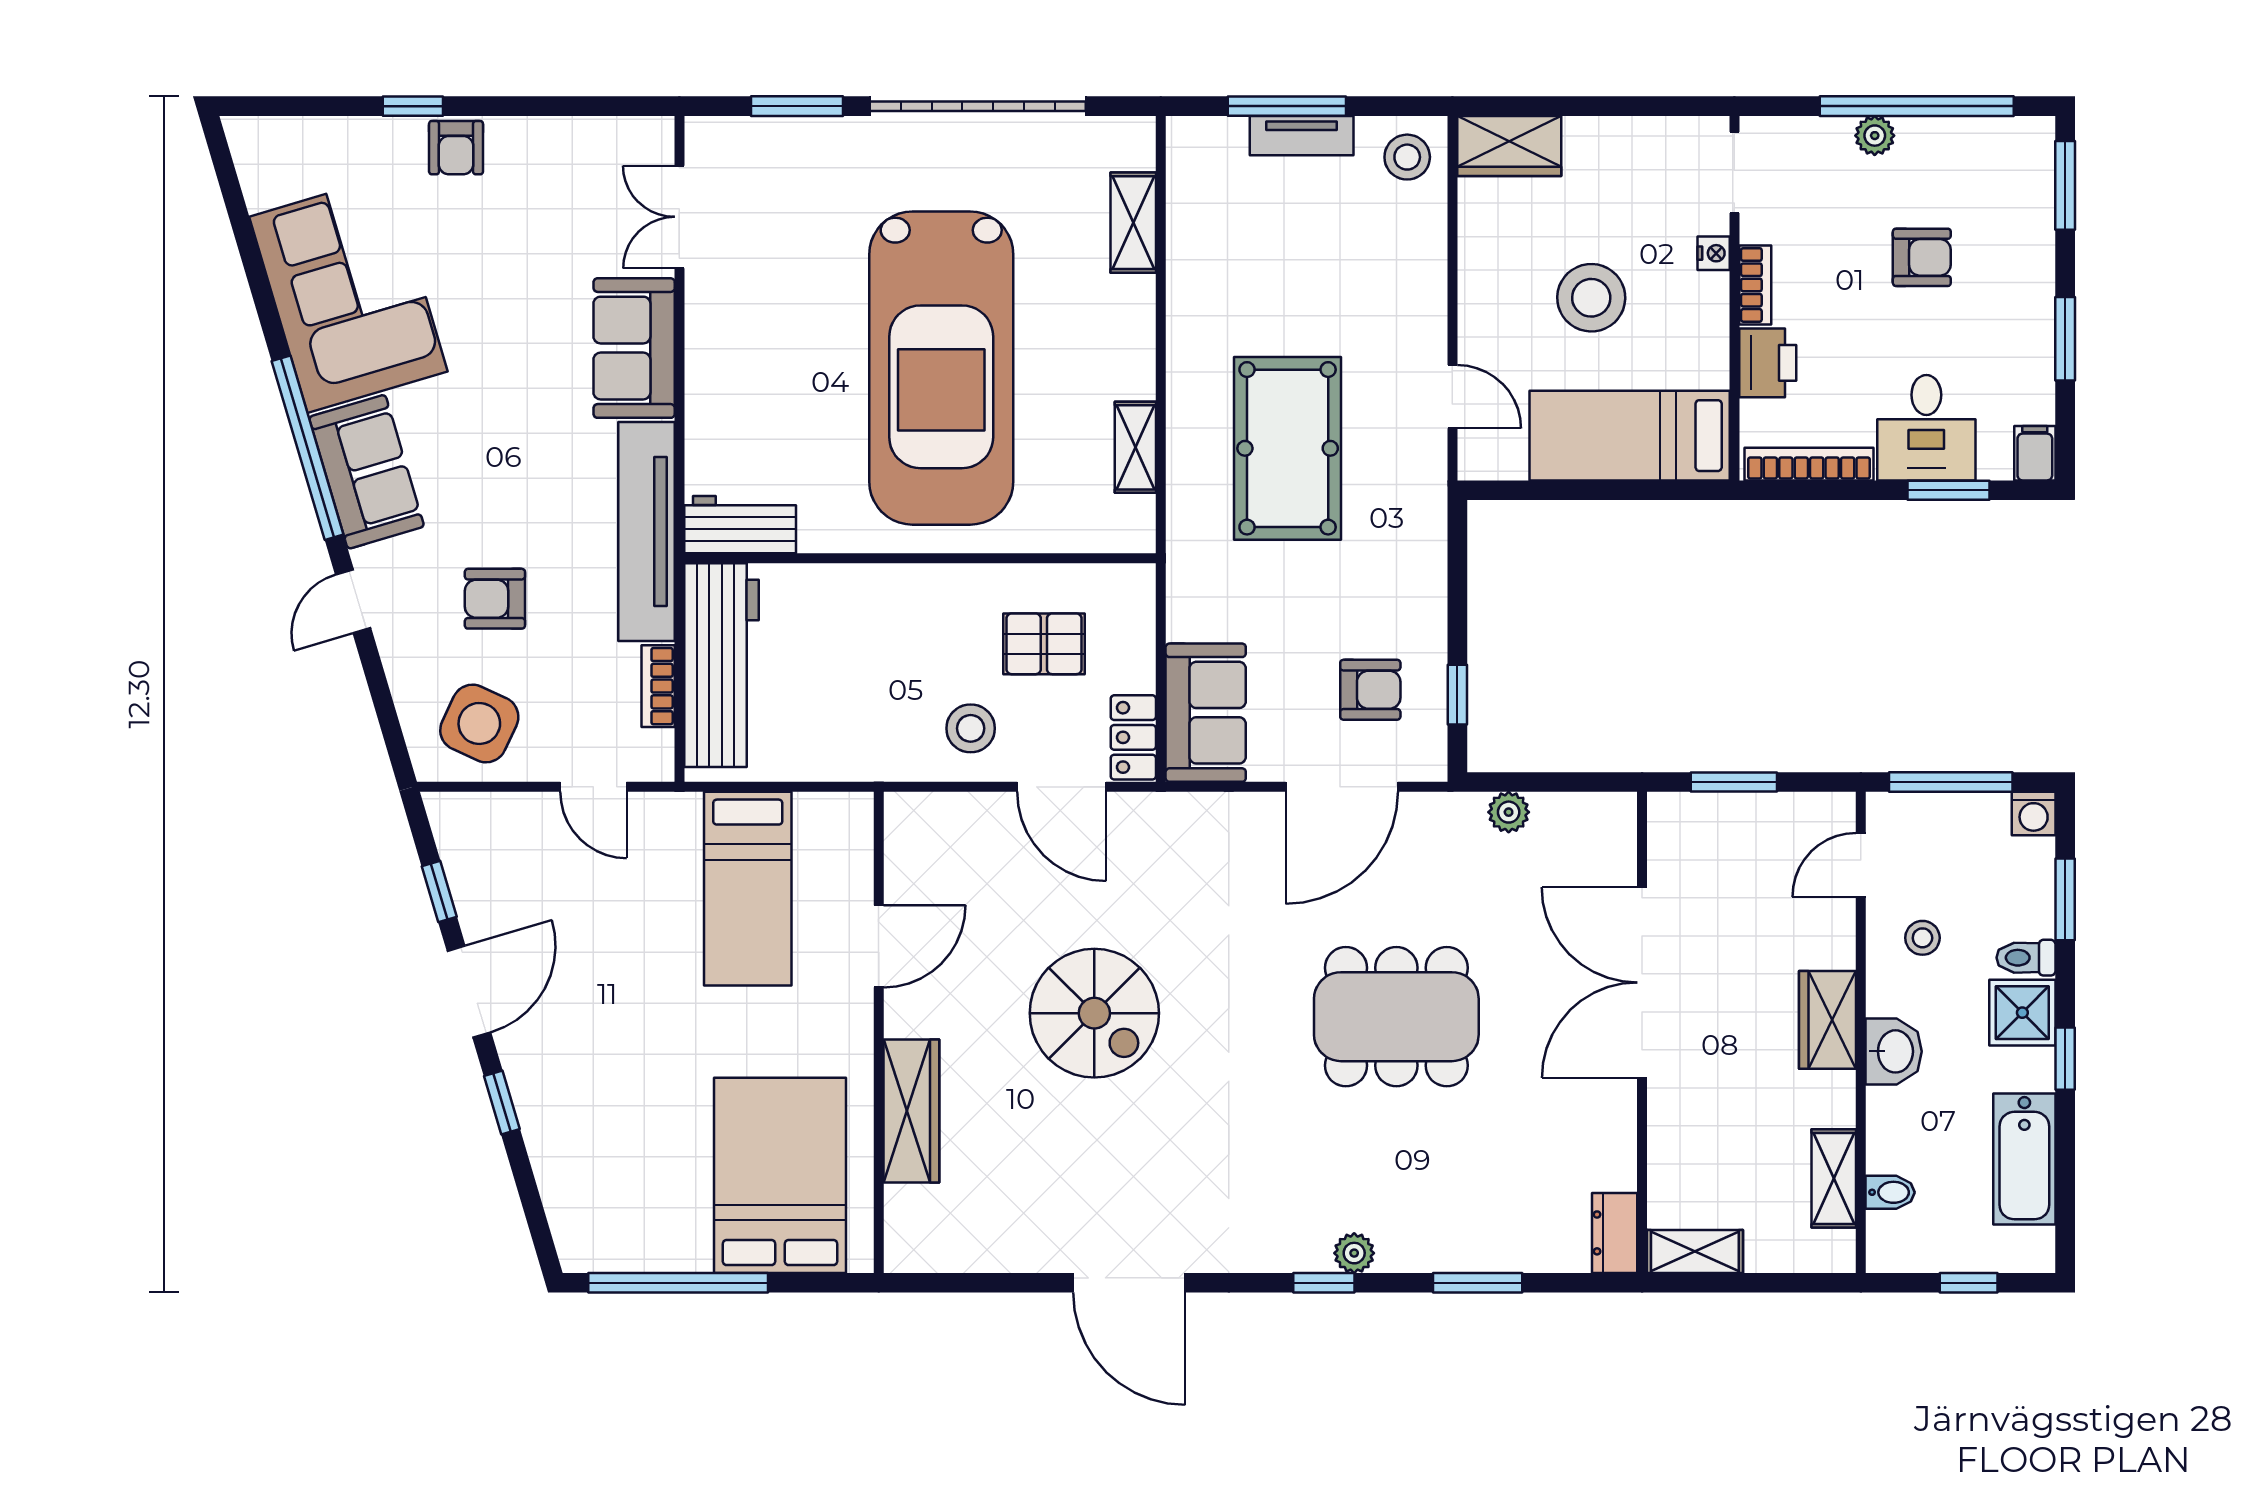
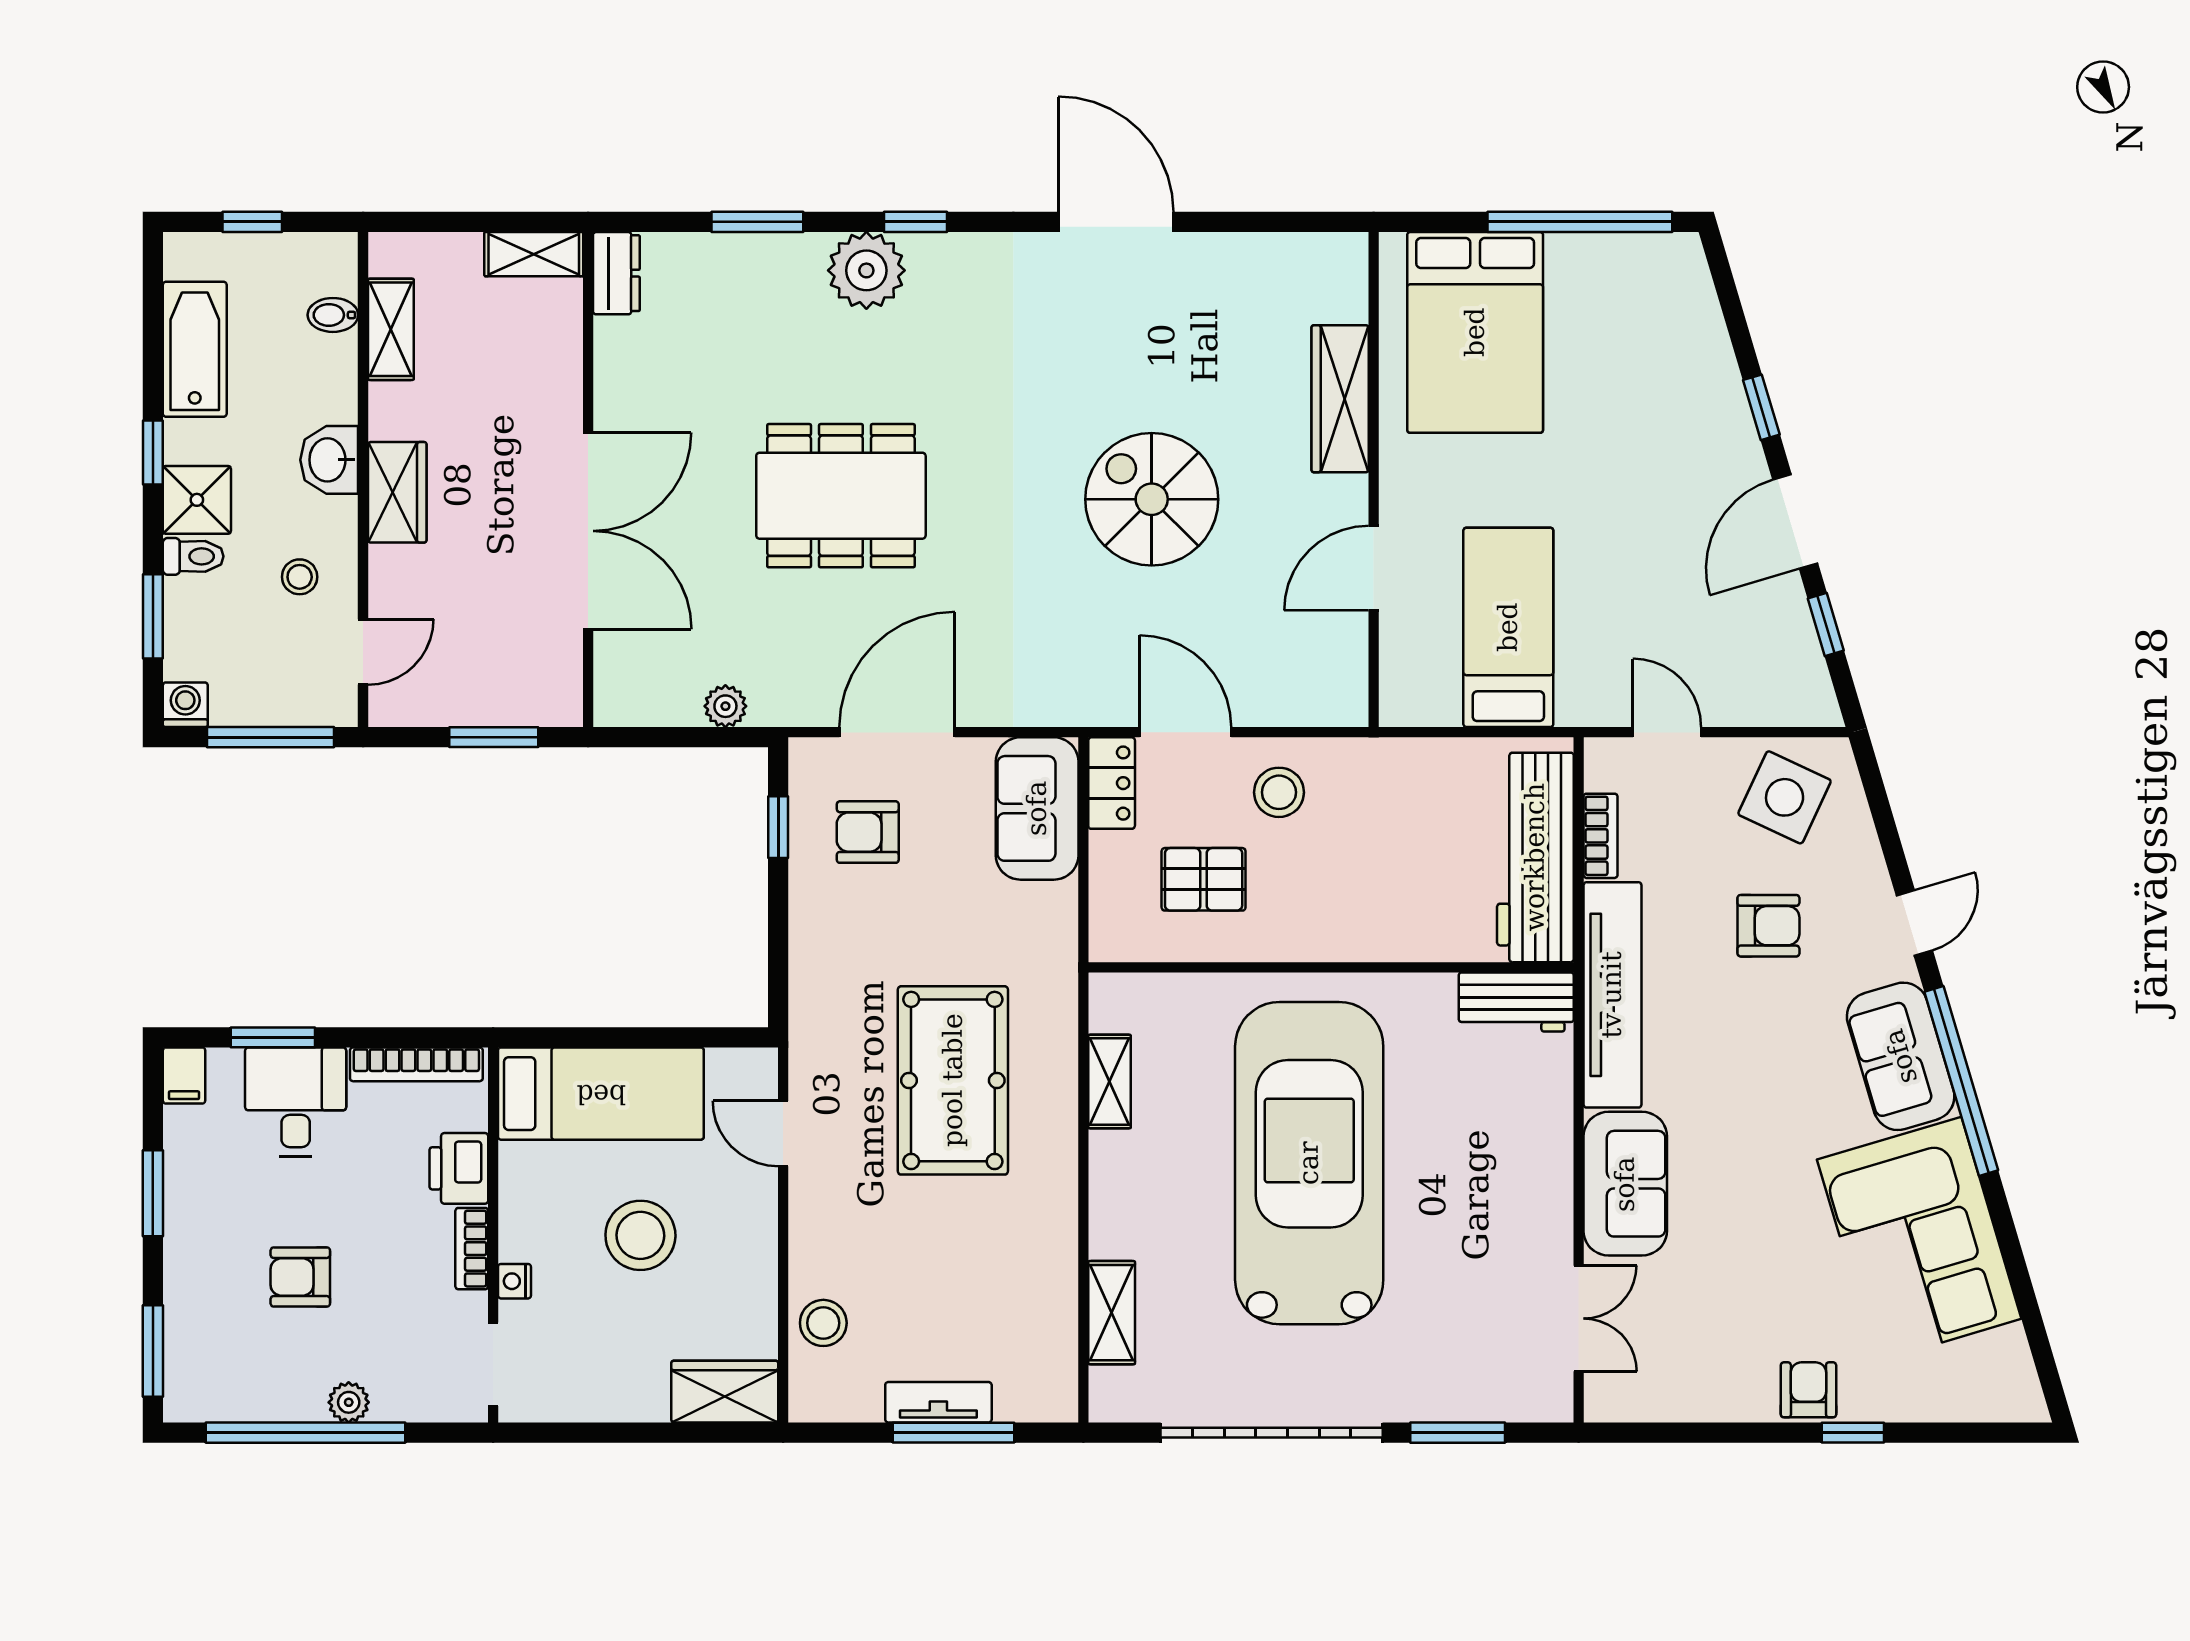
stool: (1407, 157) -> (823, 1323), moved
plant: (1354, 1253) -> (866, 270), width x1.88, depth x1.88

